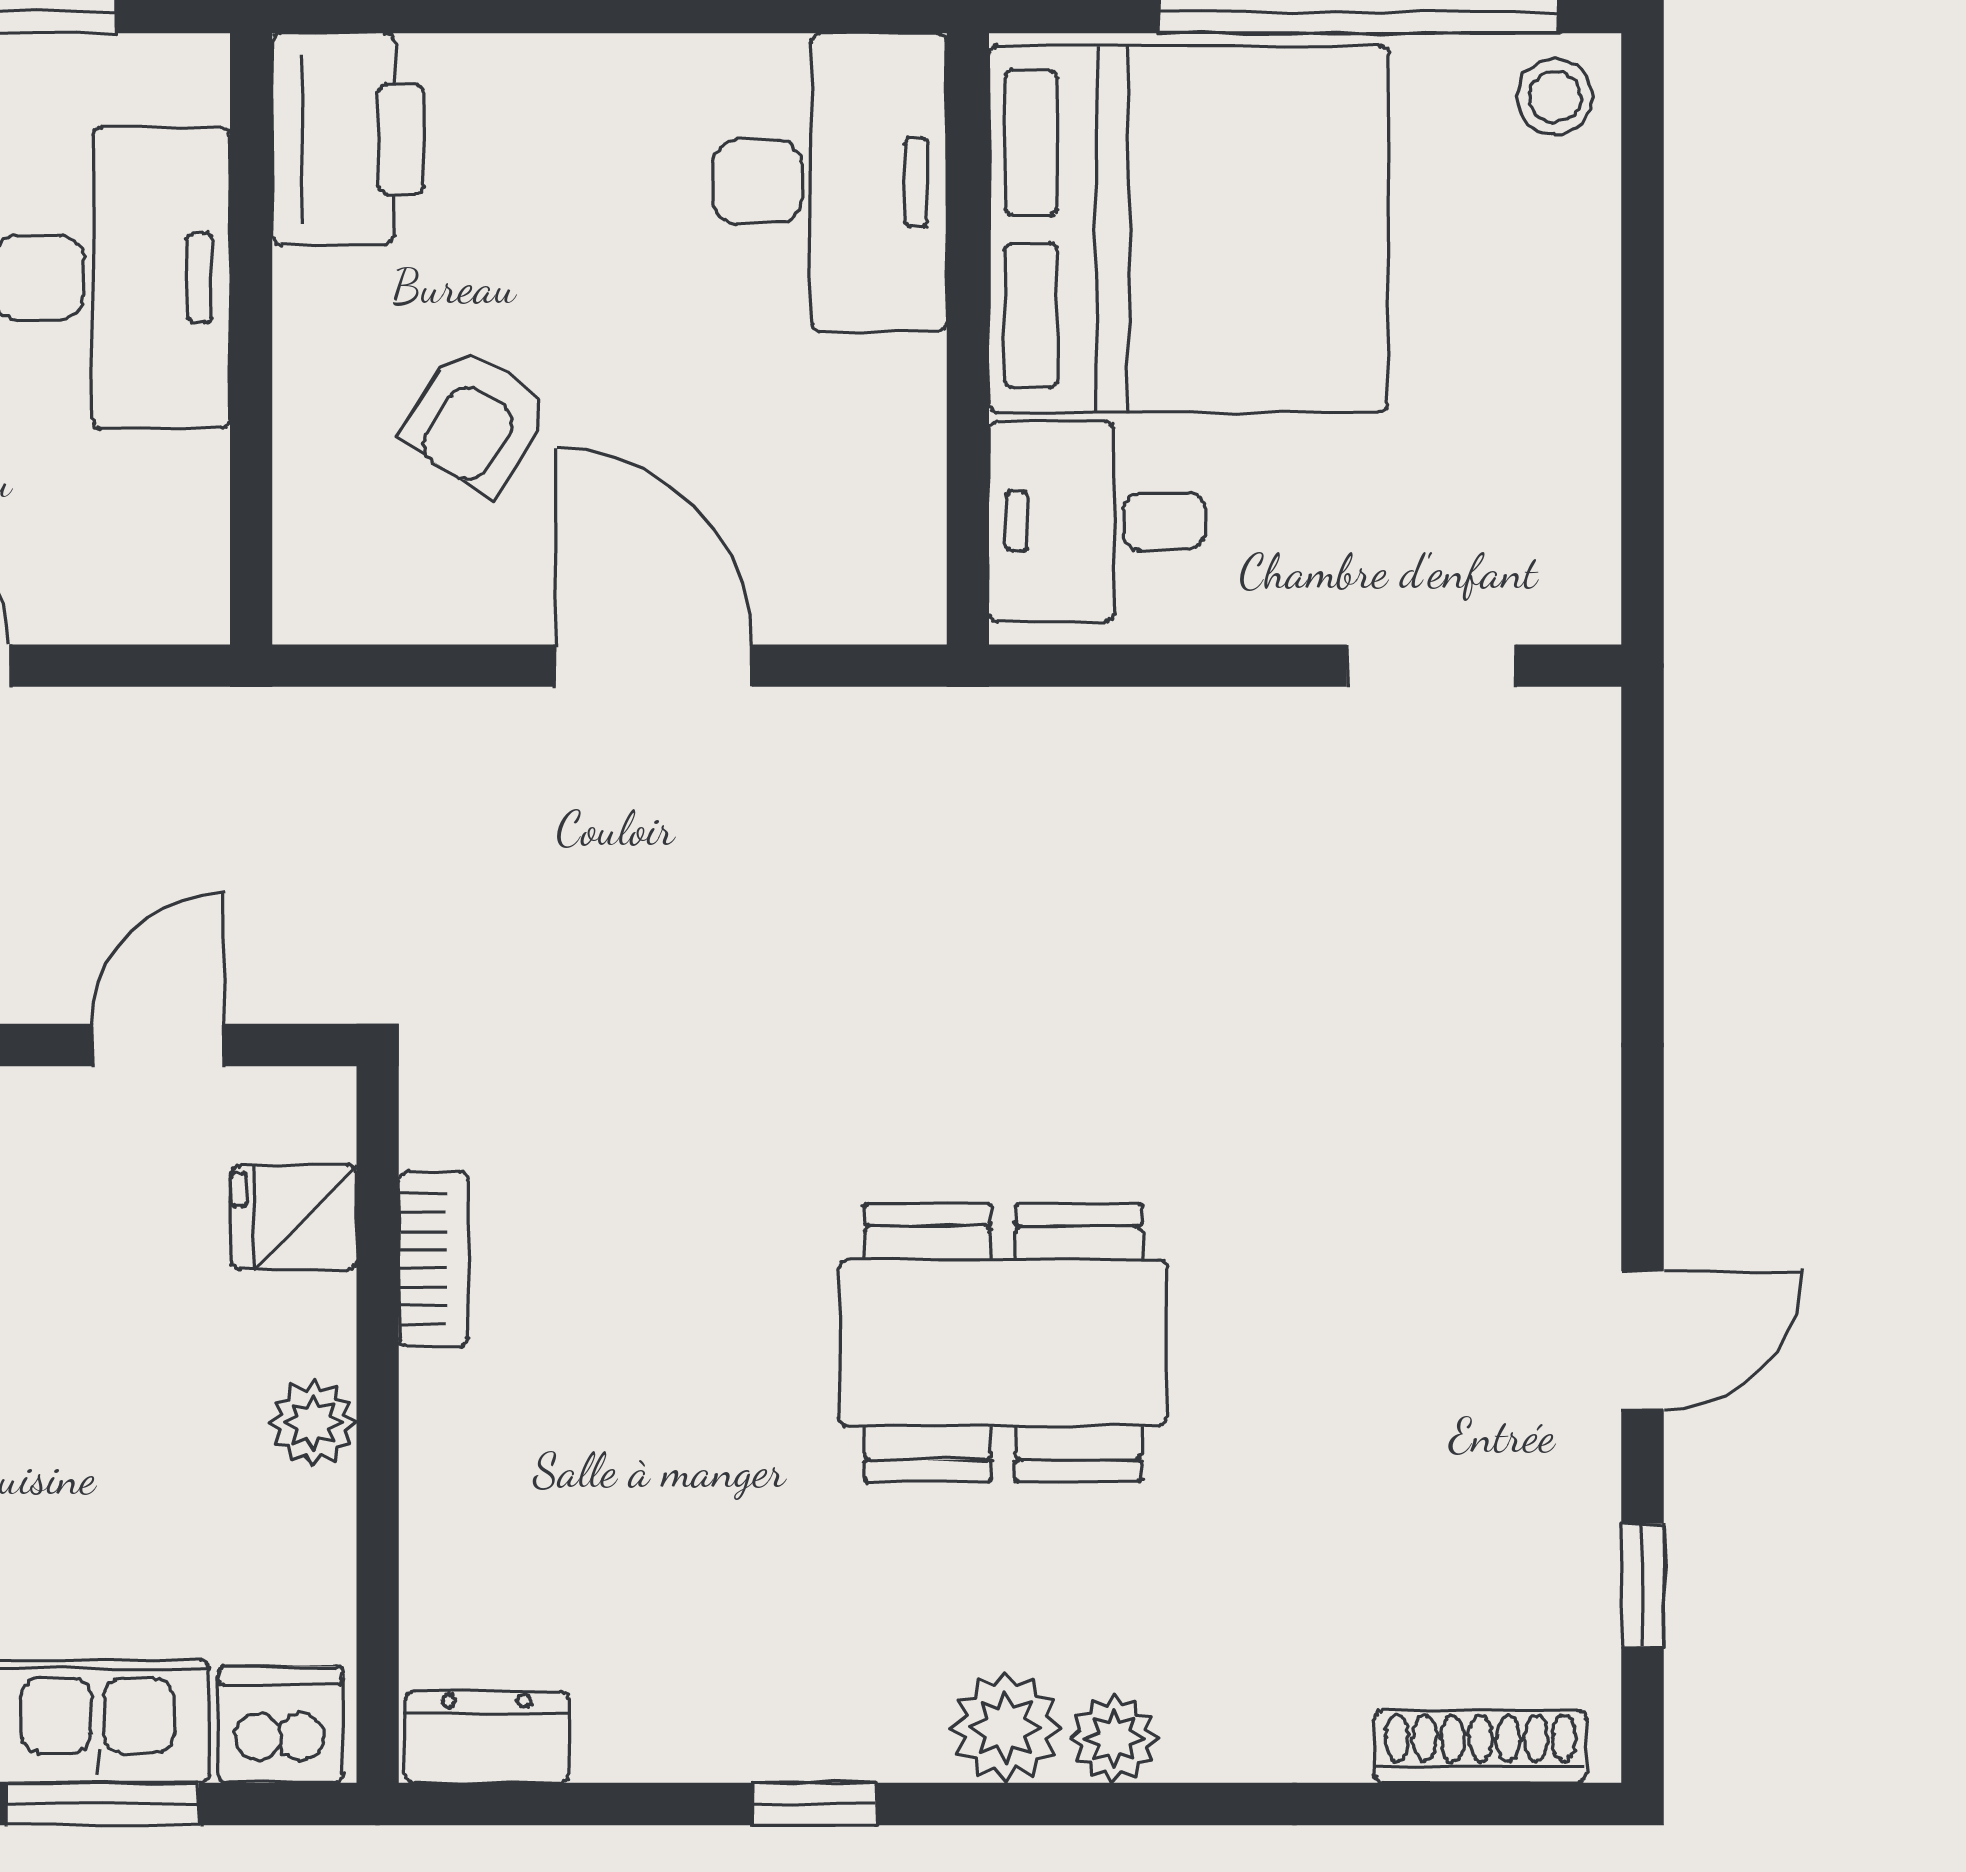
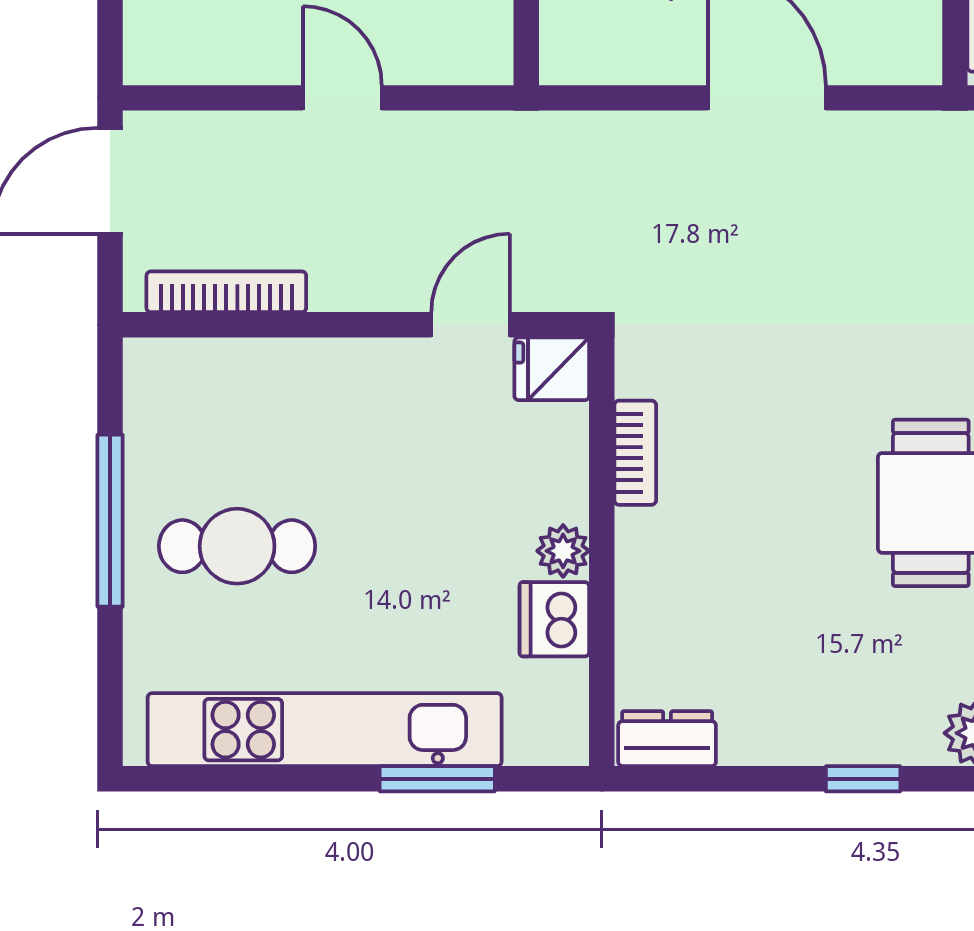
fridge: (294, 1217) -> (552, 369), moved
dishwasher: (281, 1725) -> (554, 619), moved, turned -90

